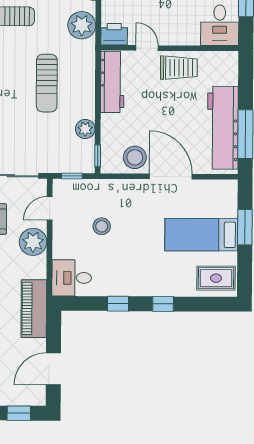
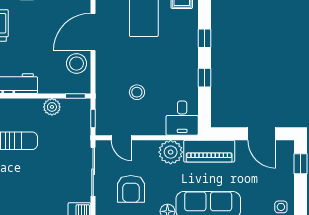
plant: (33, 242) -> (171, 152), moved

